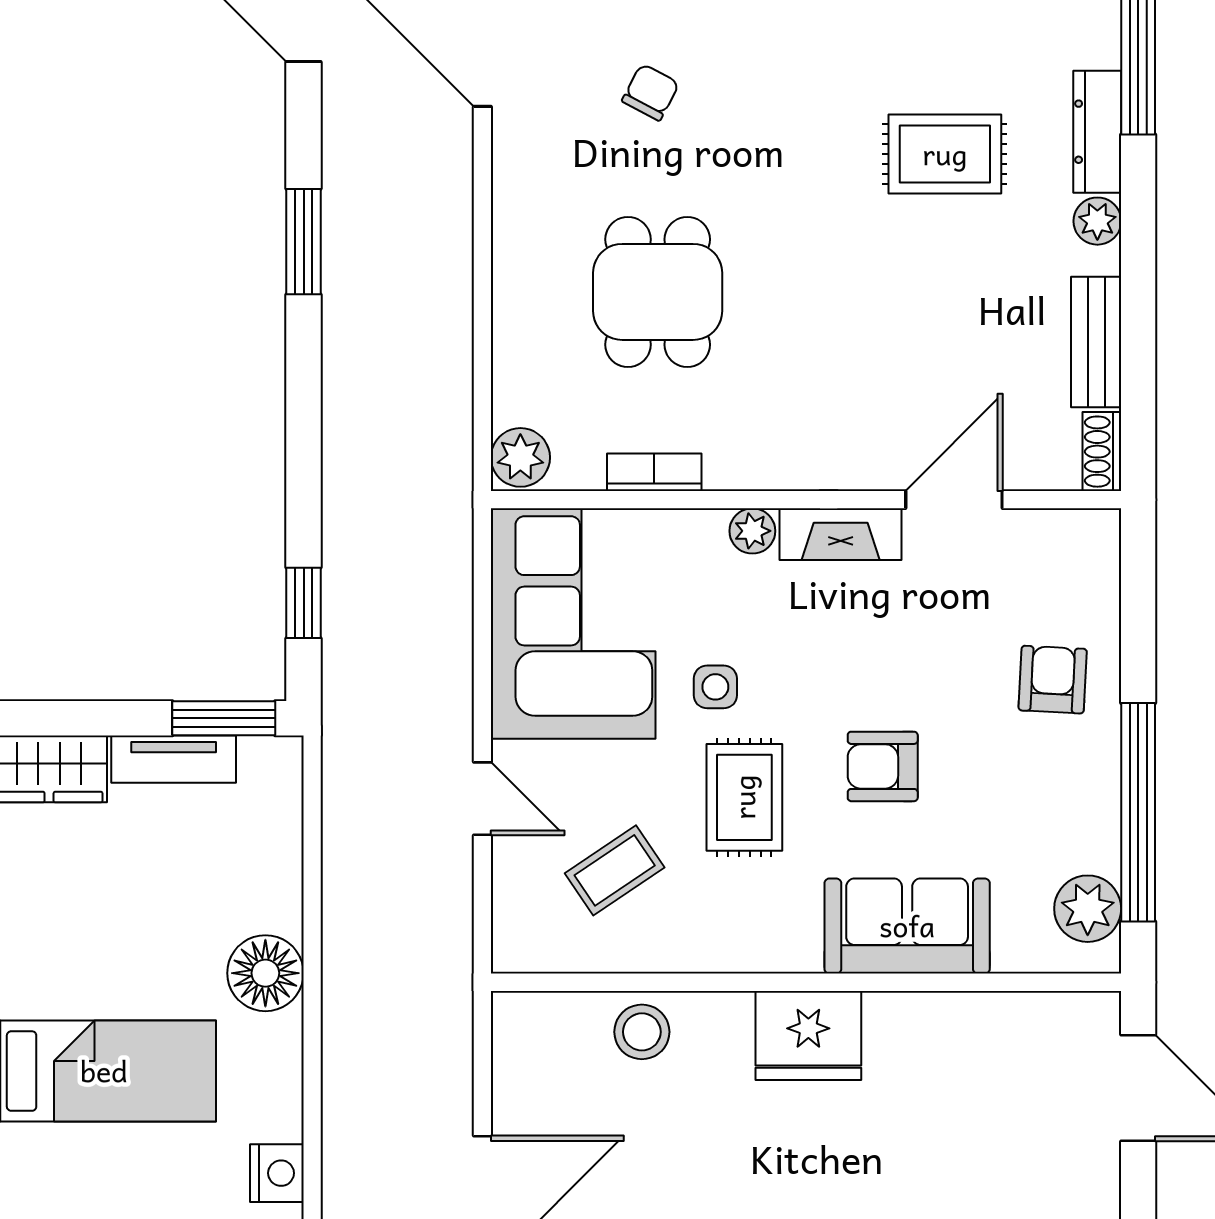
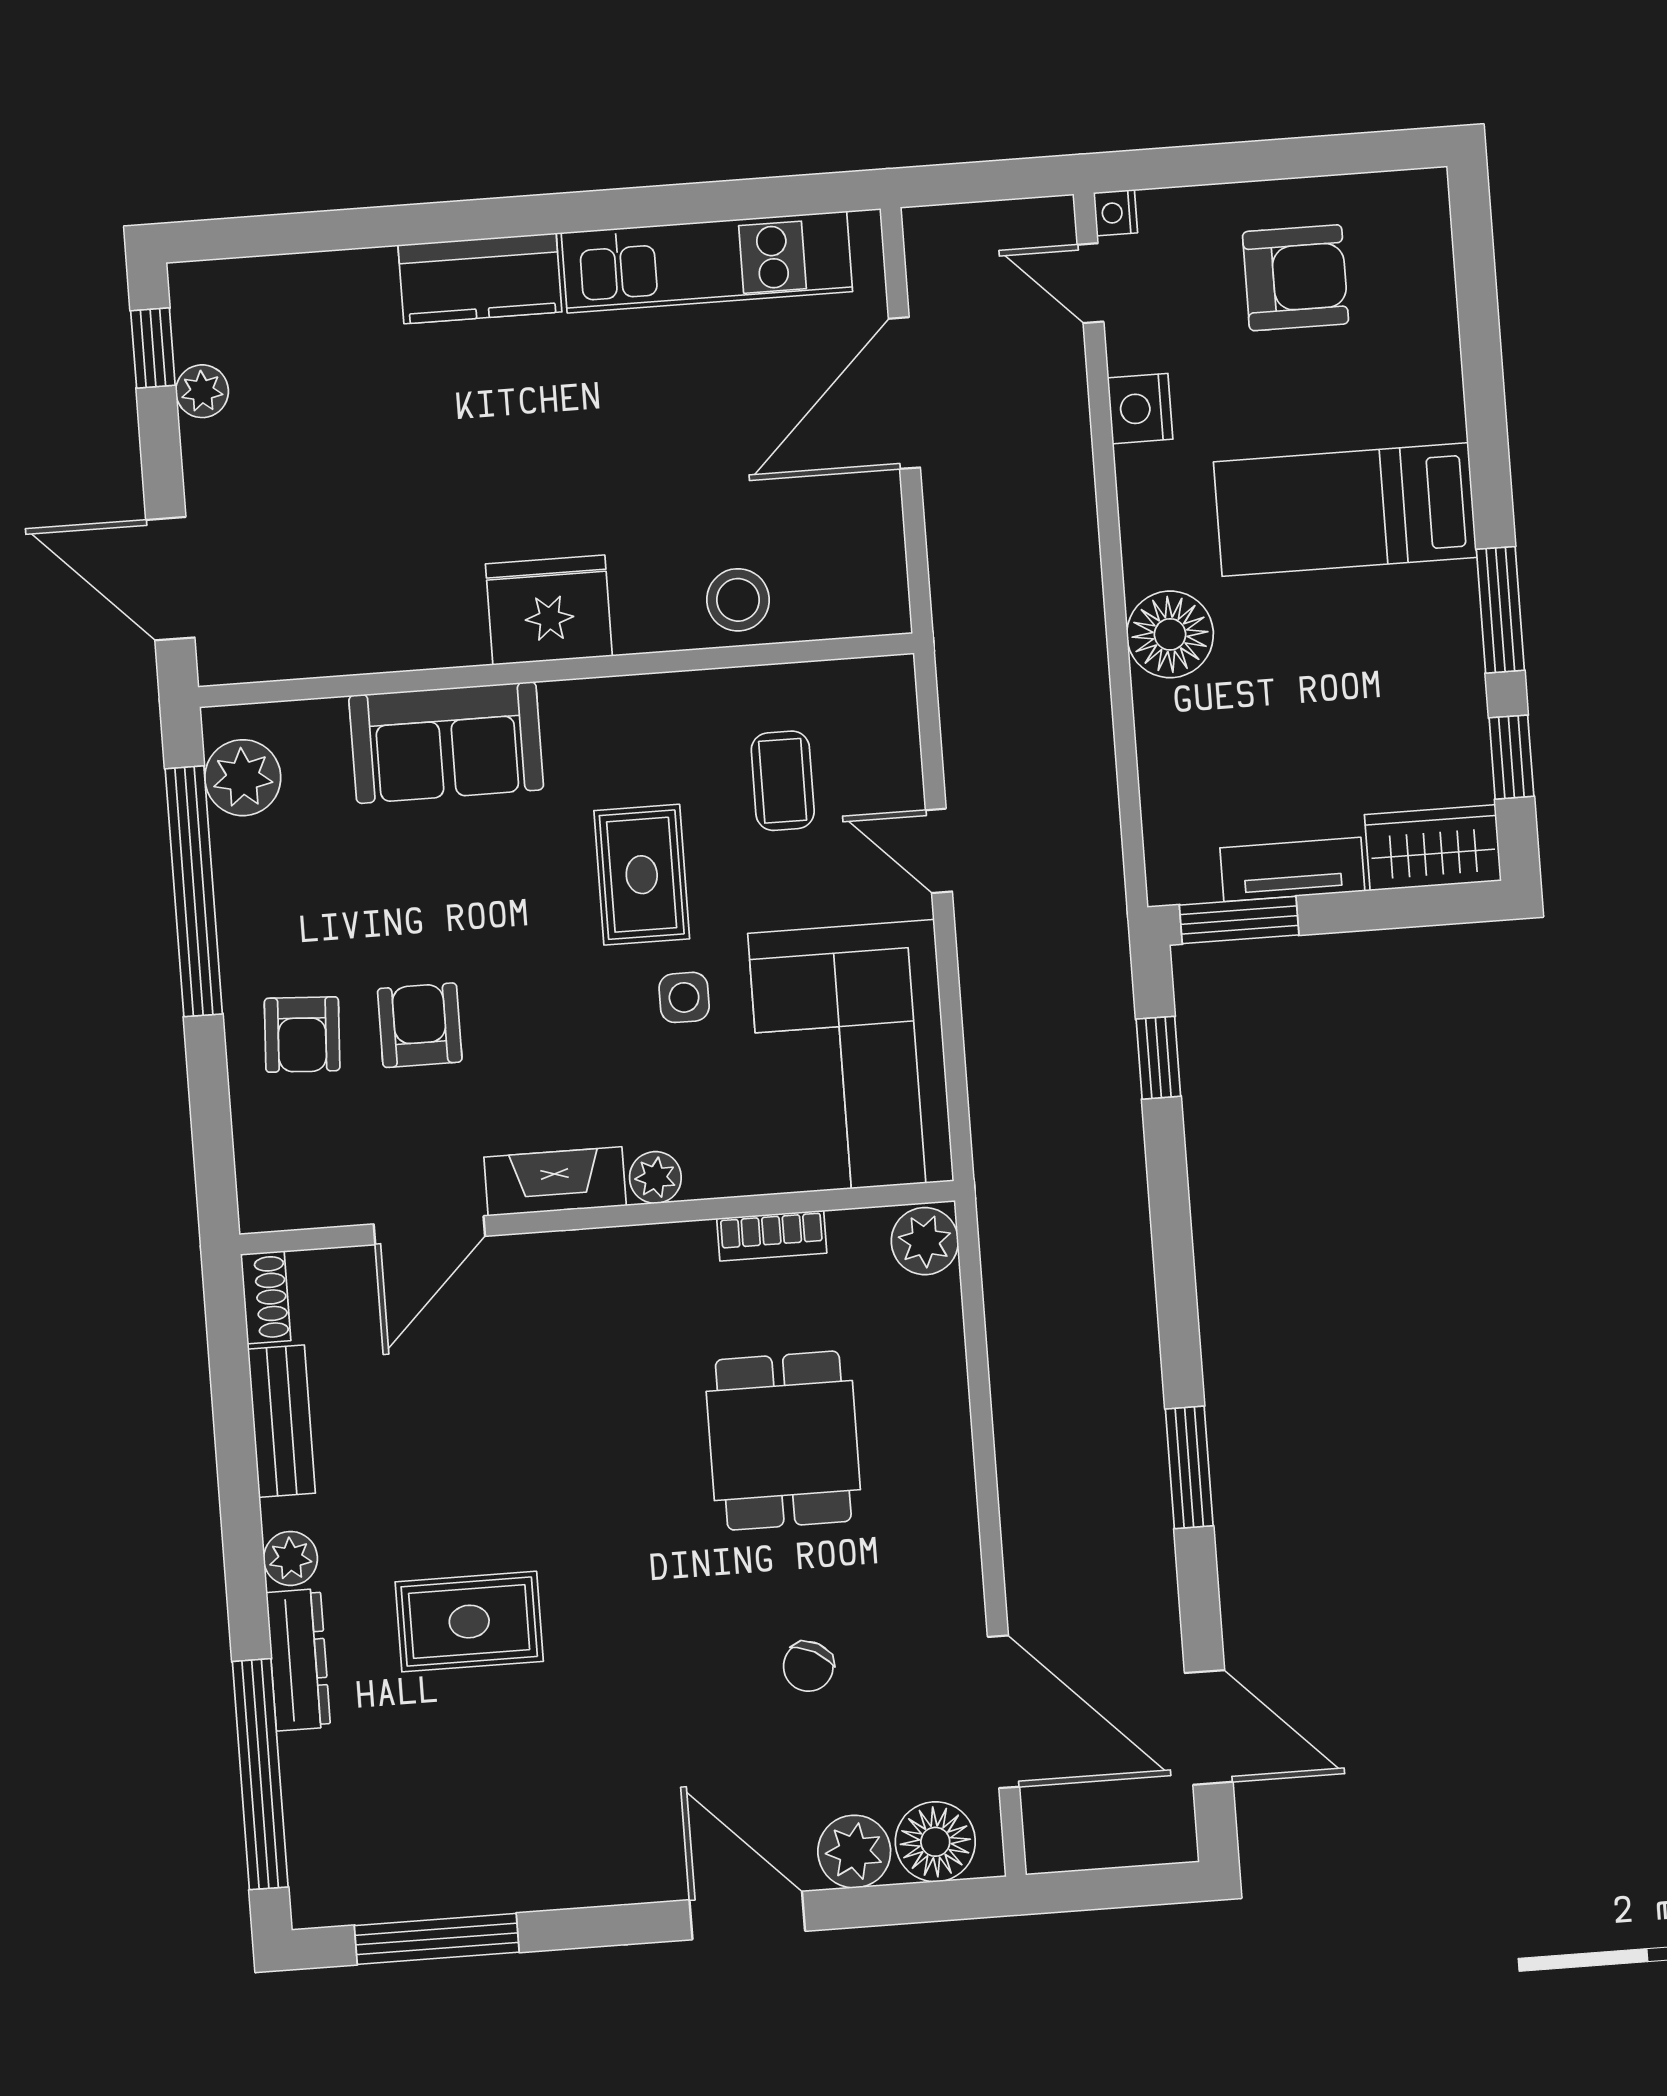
armchair: (883, 766) -> (420, 1025), moved, turned -90
coffee table: (615, 870) -> (783, 781), turned -56

